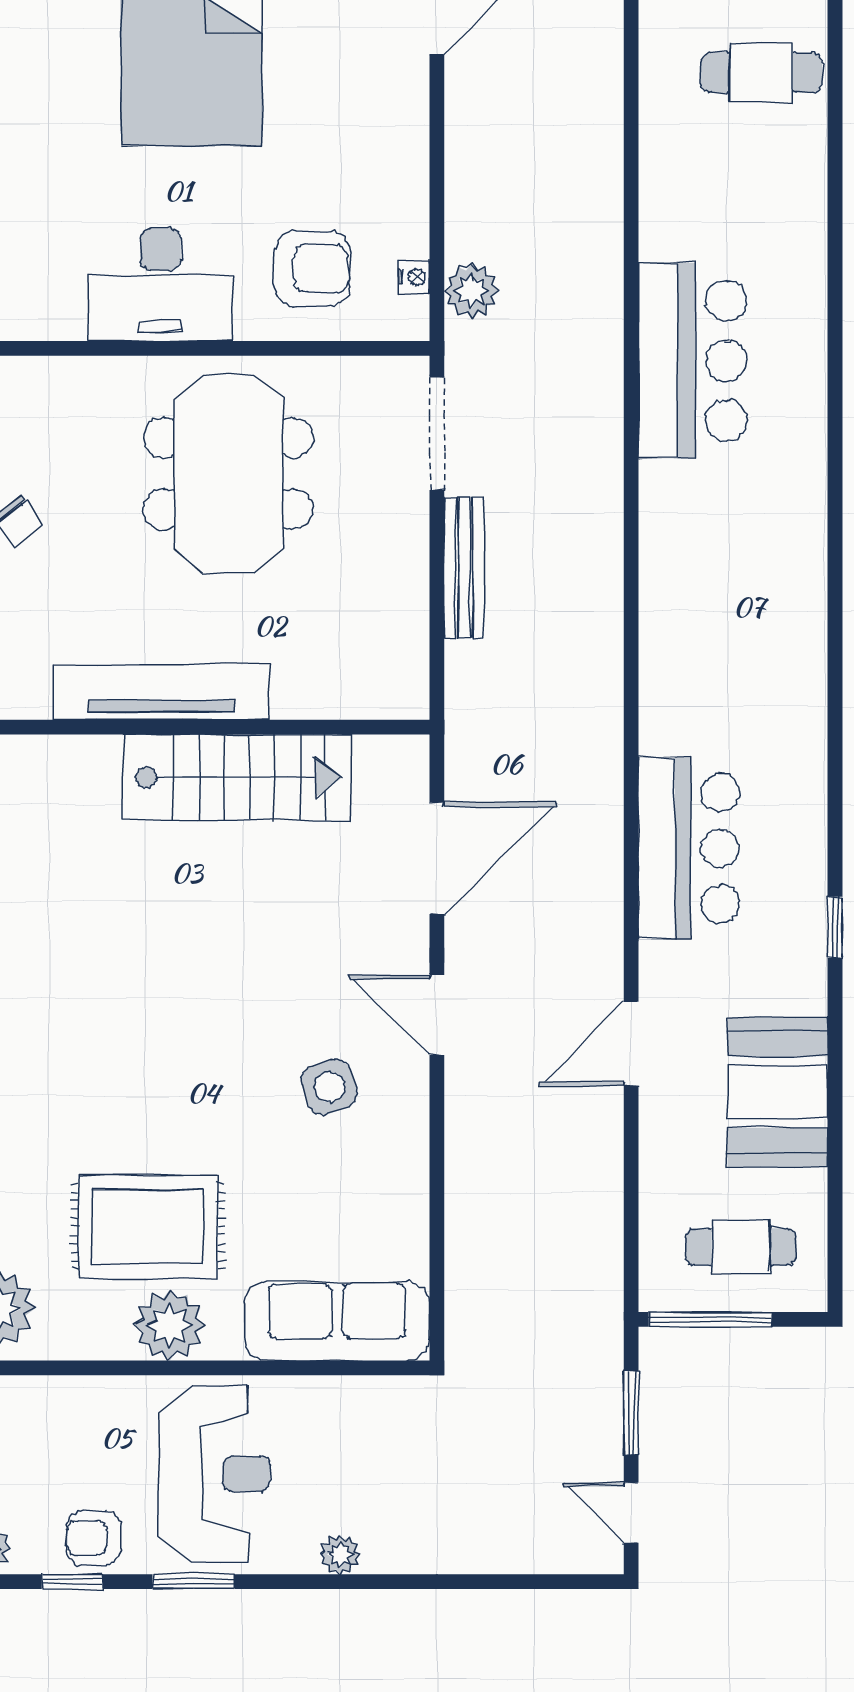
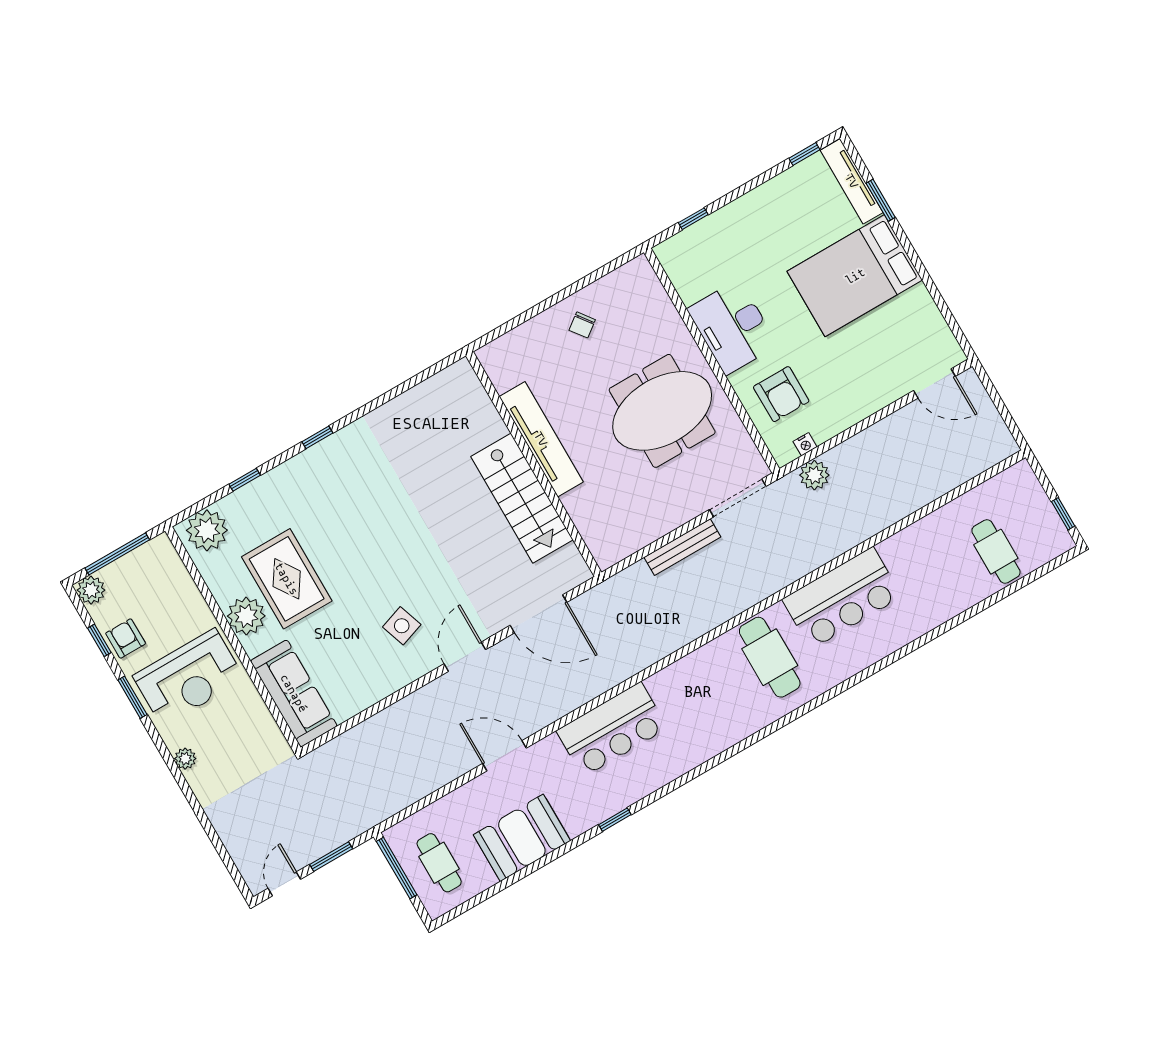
cafe table: (720, 531) -> (770, 657), added

